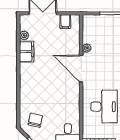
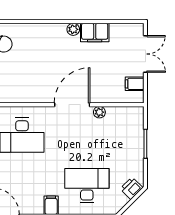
plant: (24, 35) -> (73, 29), moved

